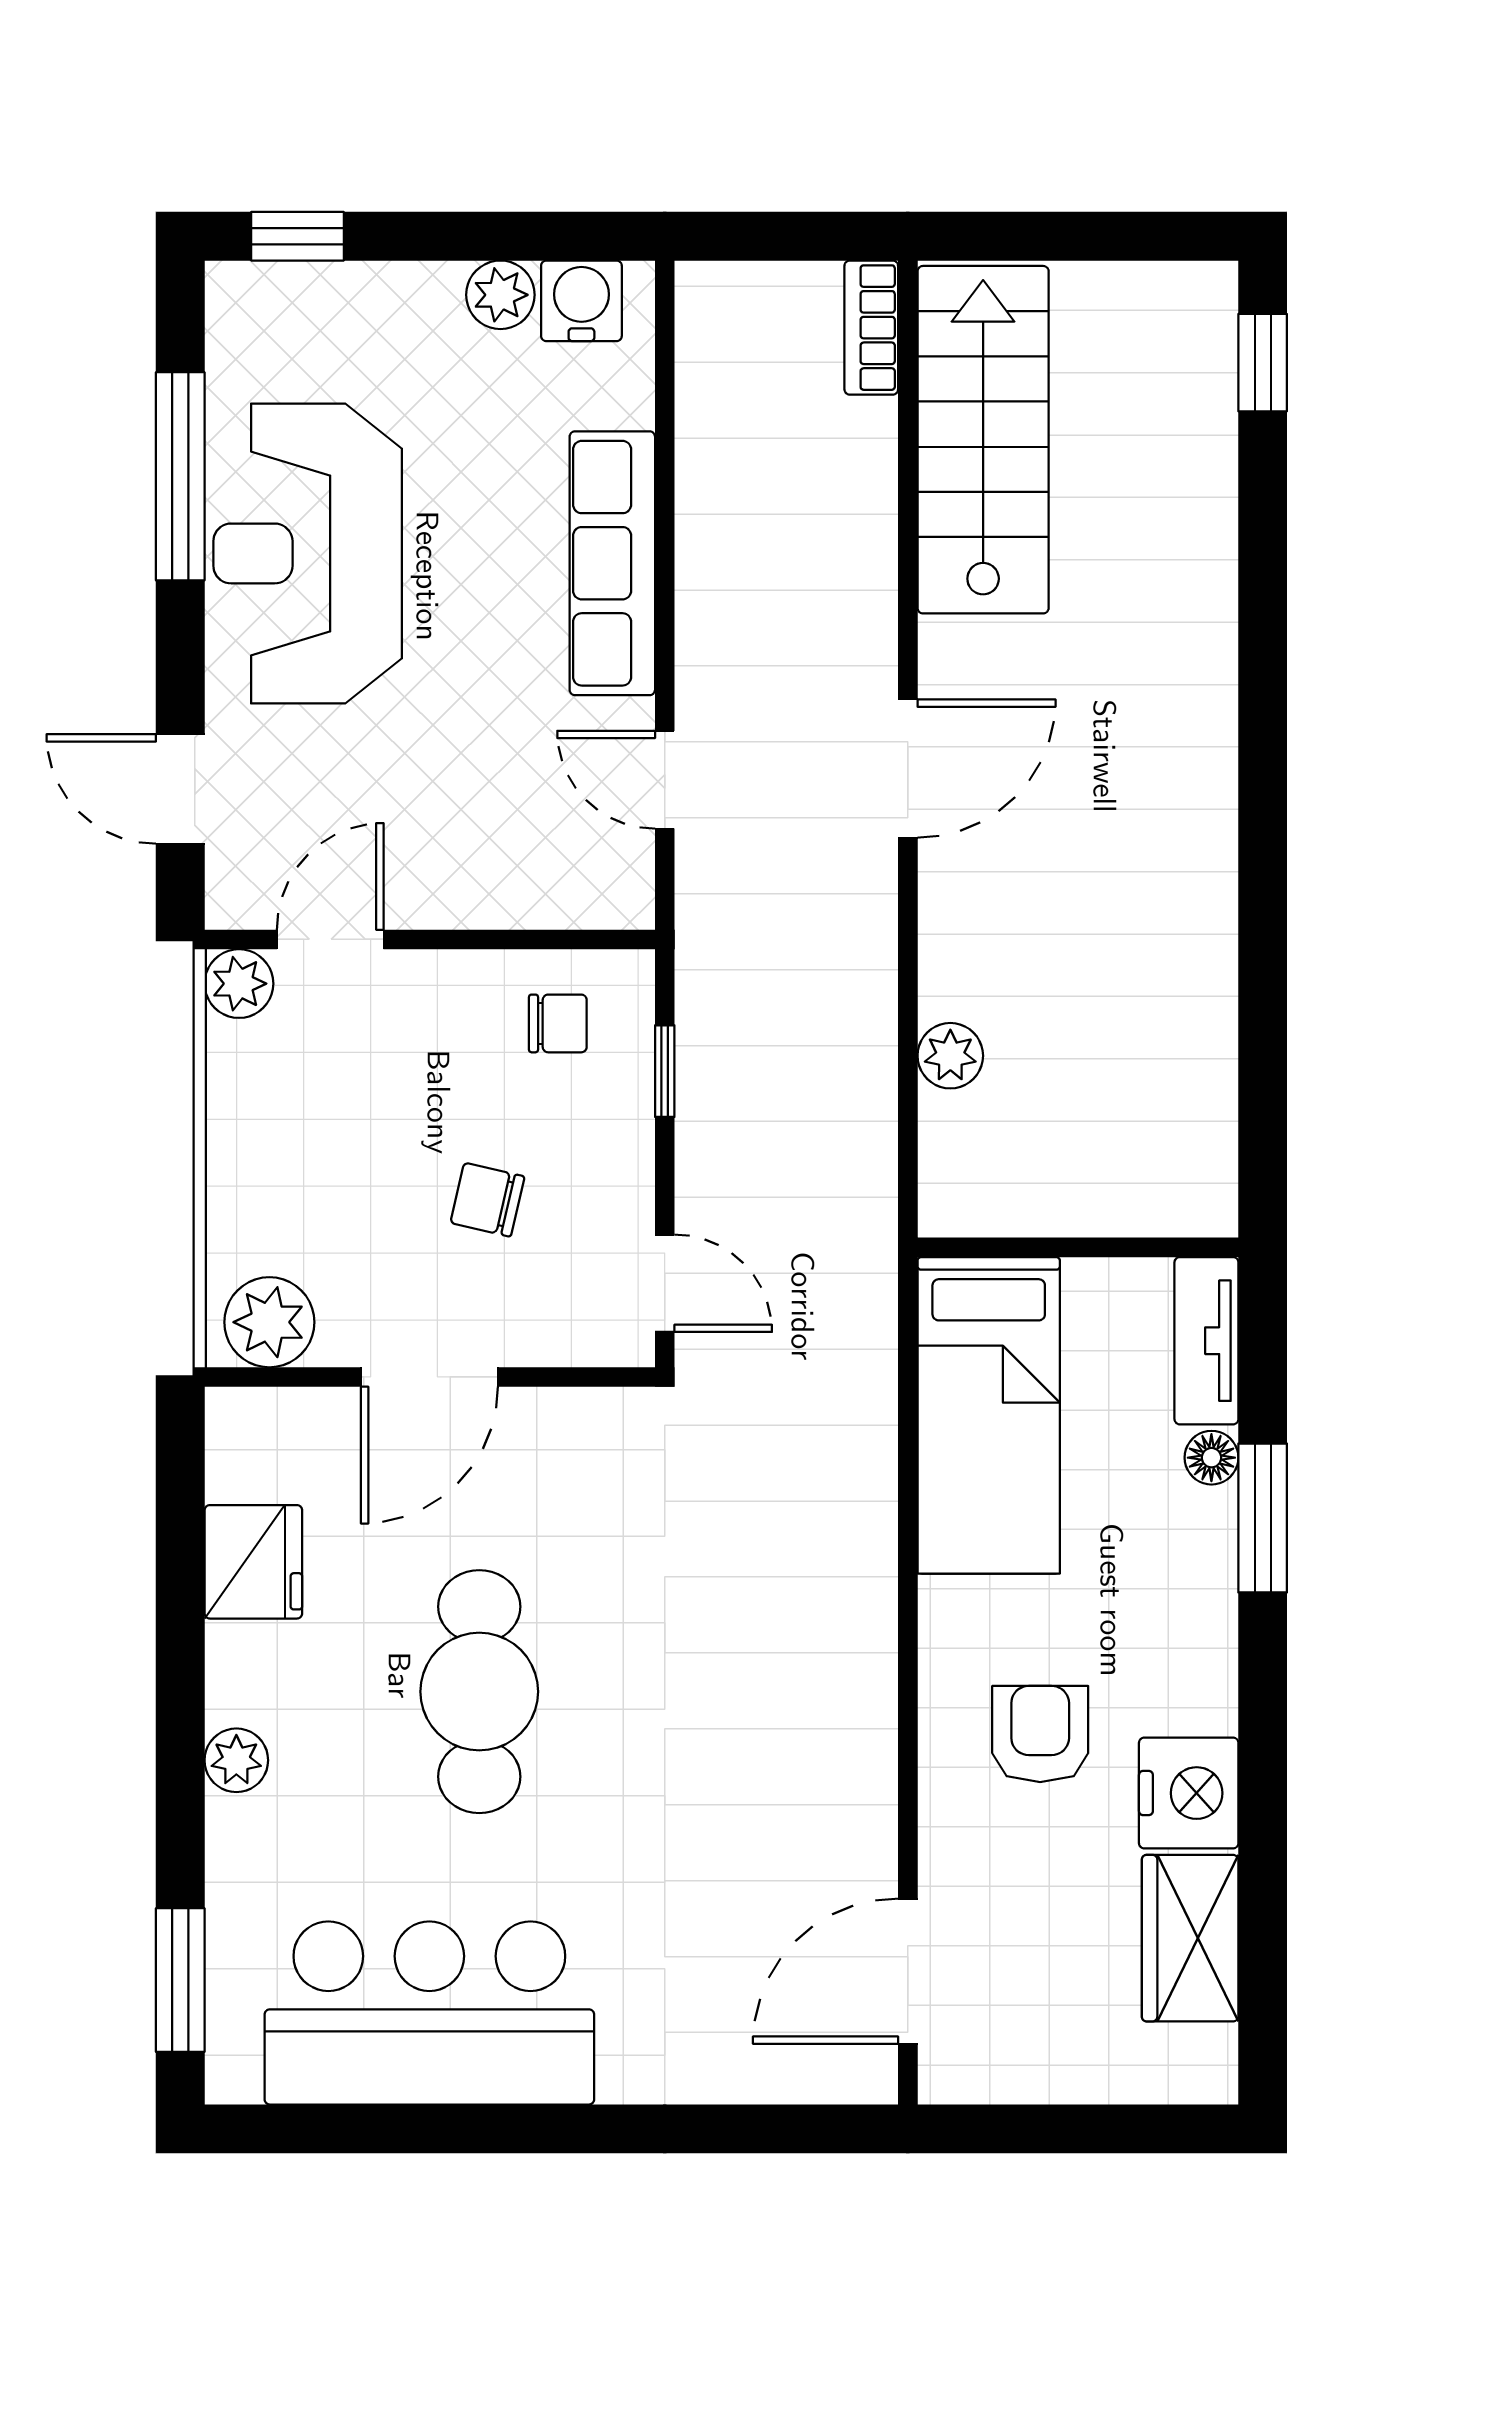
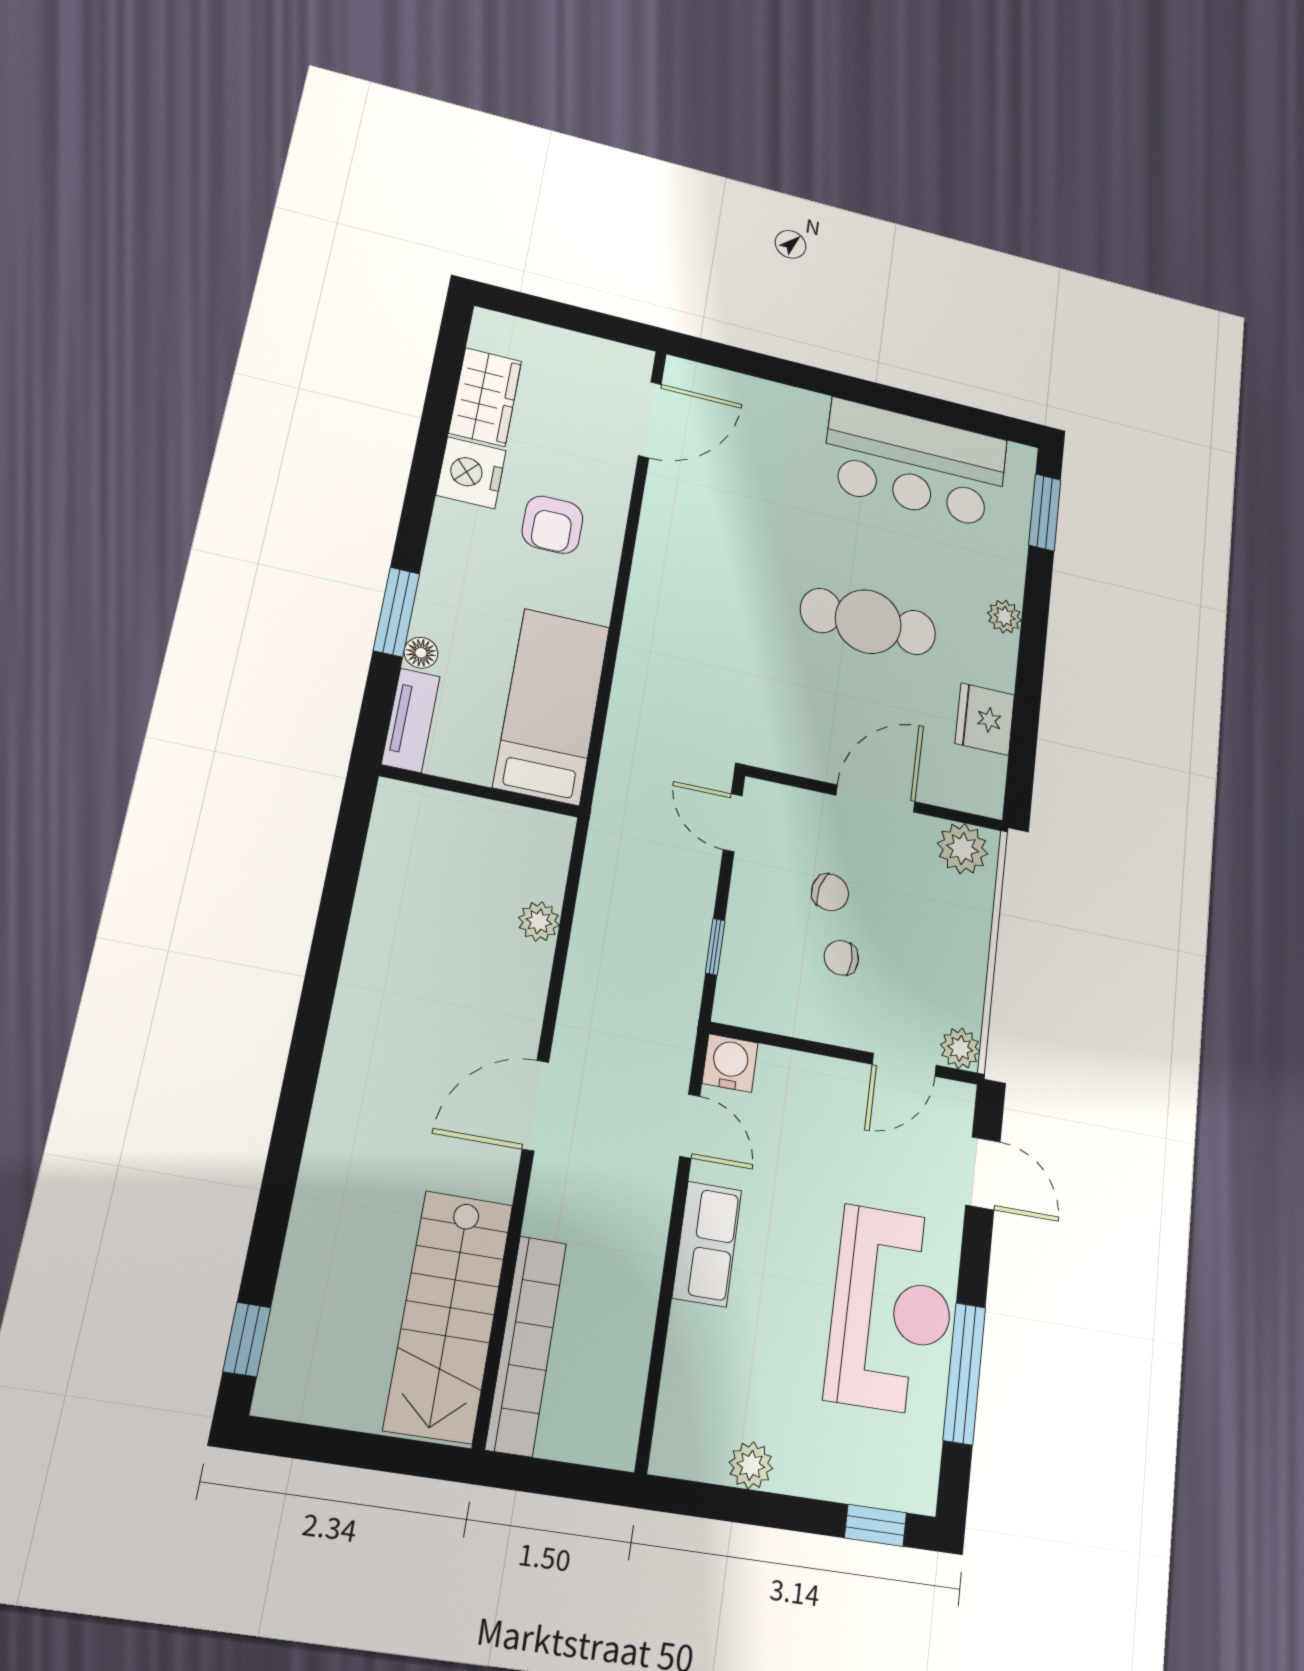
water cooler: (581, 301) -> (730, 1063), moved, turned 180
bookcase: (871, 328) -> (526, 1345), width x2.31, depth x1.31
row of seats: (612, 563) -> (707, 1244), width x0.68
chair: (558, 1023) -> (841, 958), moved
cafe table: (479, 1692) -> (868, 622), turned 90

